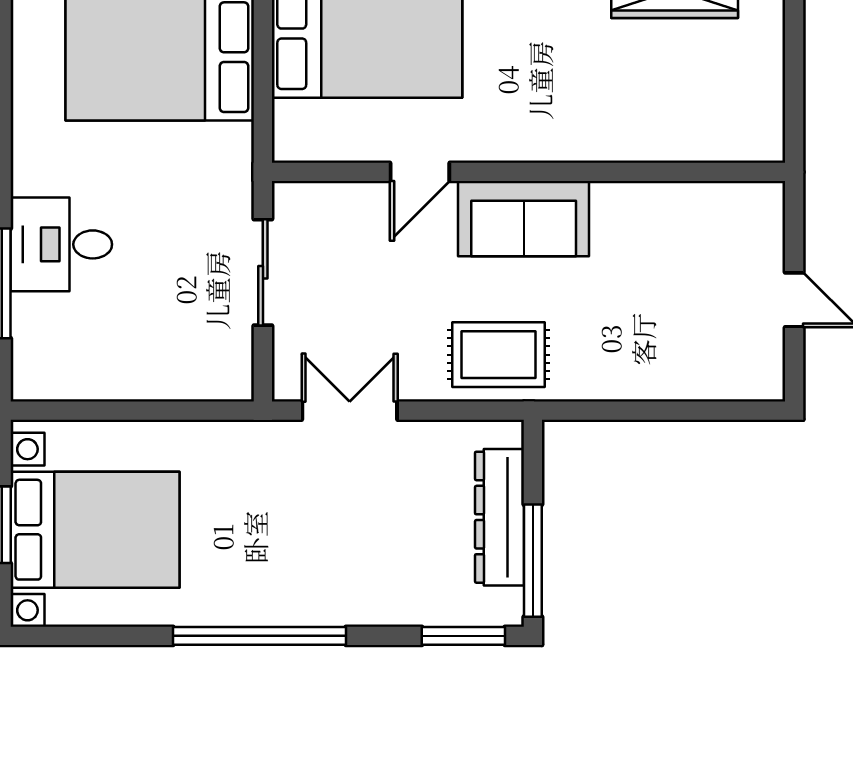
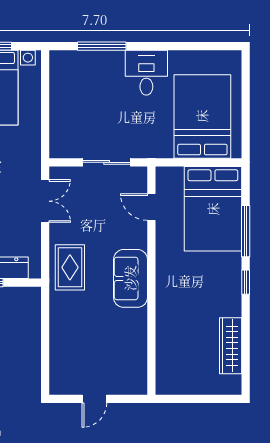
door: (420, 172) -> (151, 207), moved
desk: (61, 244) -> (146, 73), moved

